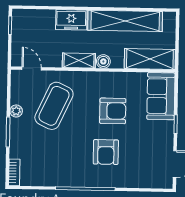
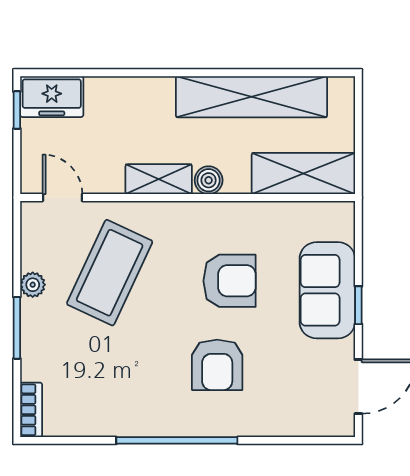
freezer: (71, 20) -> (52, 97), moved
sofa: (161, 96) -> (327, 290), moved

